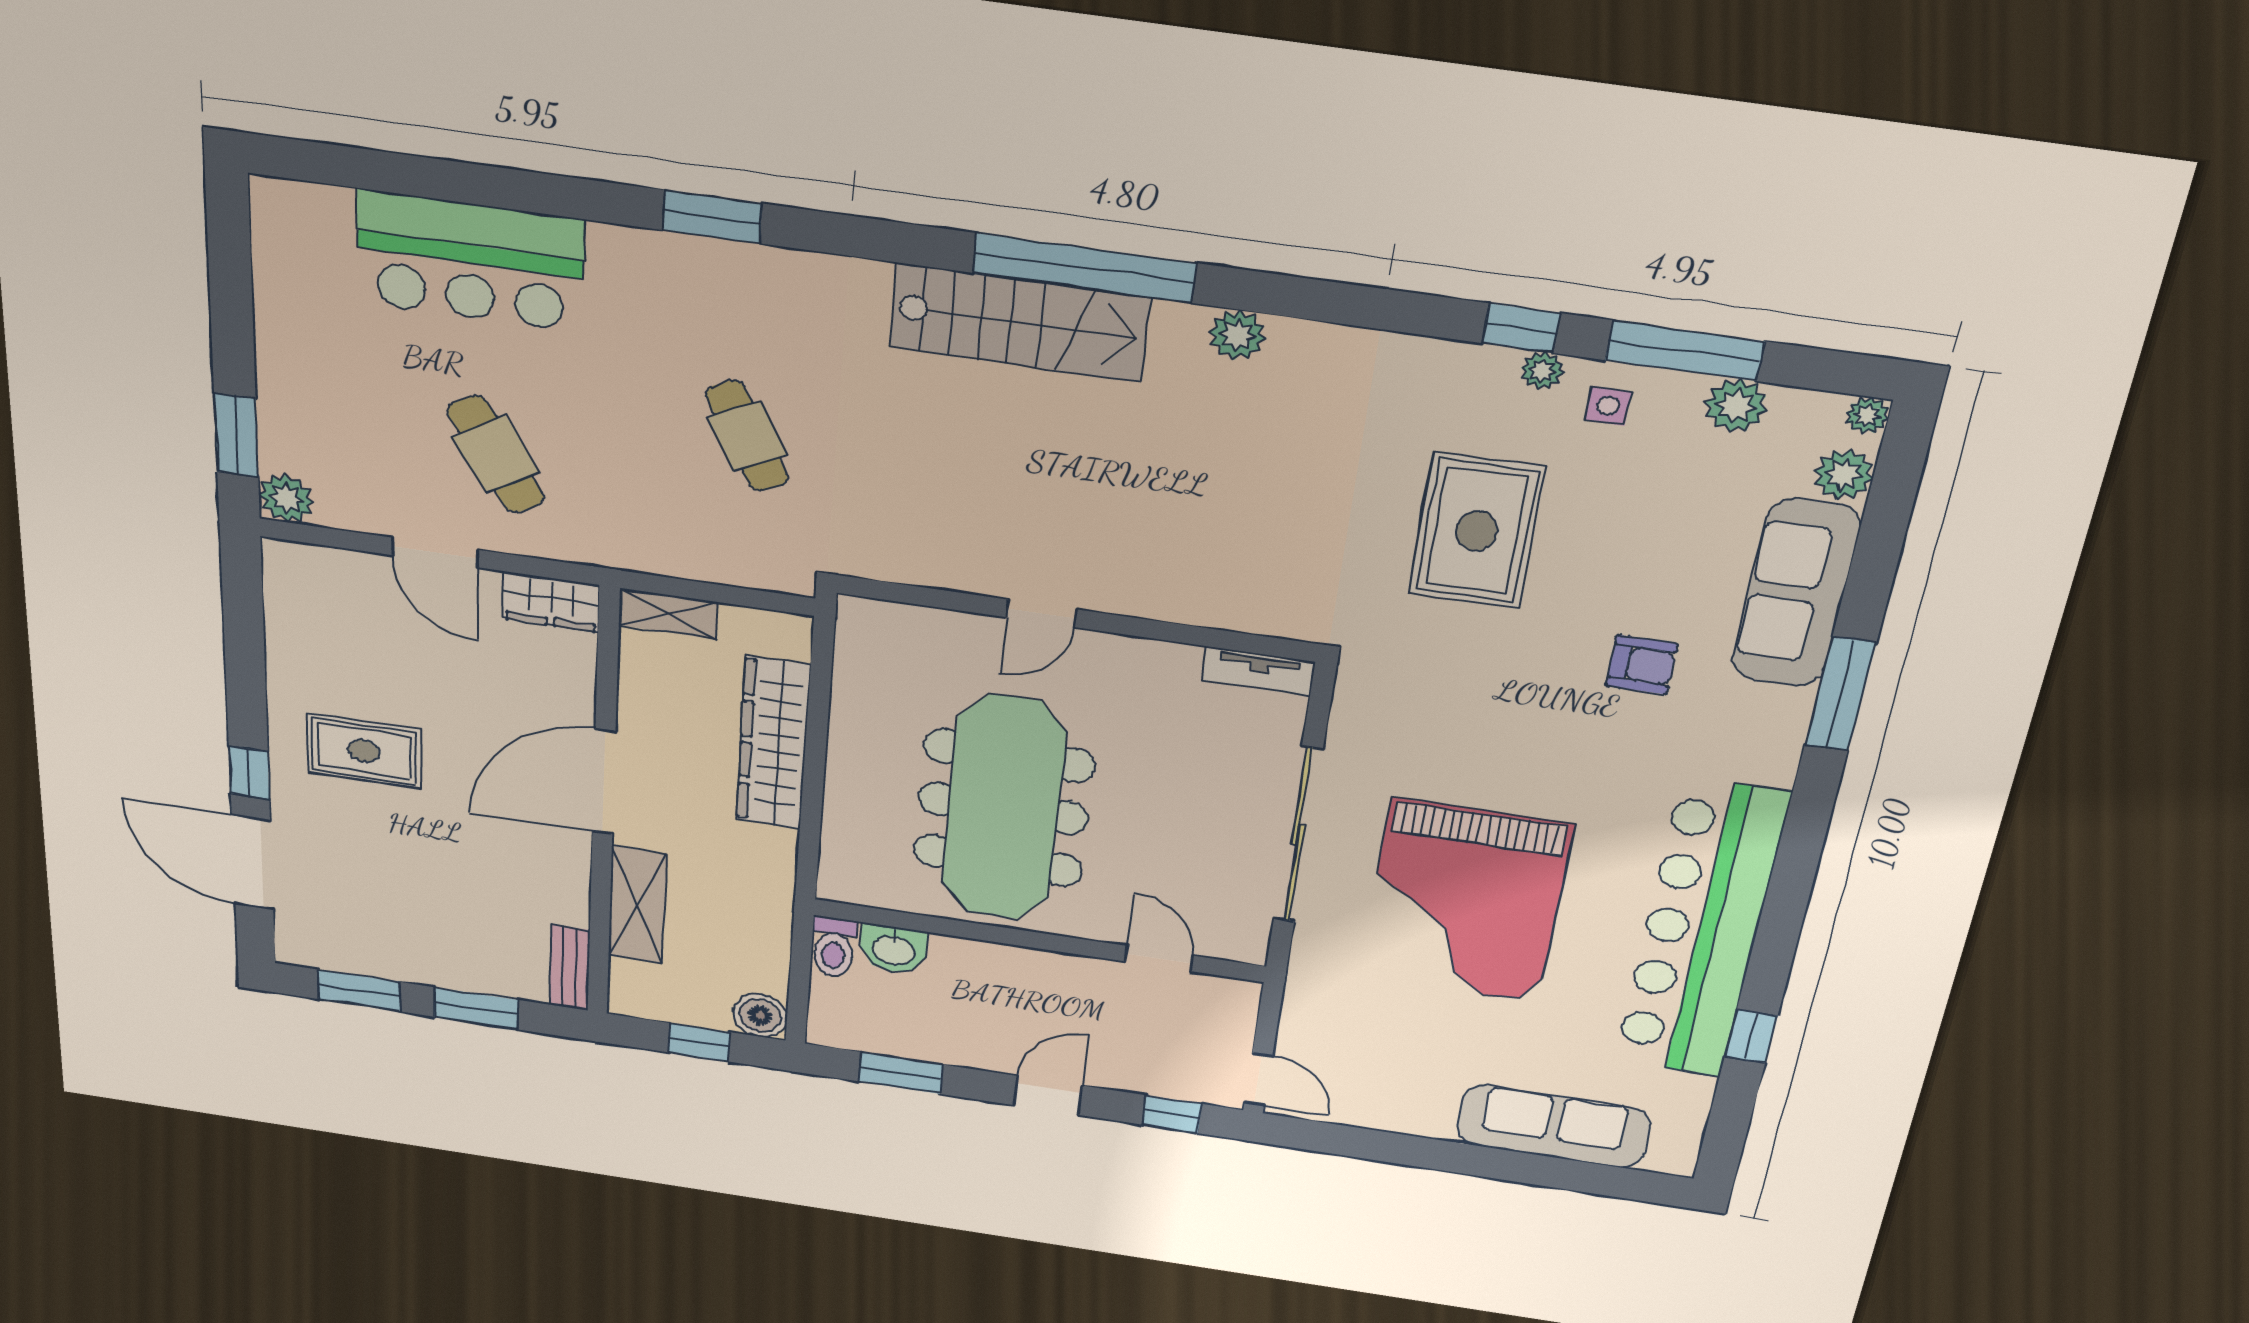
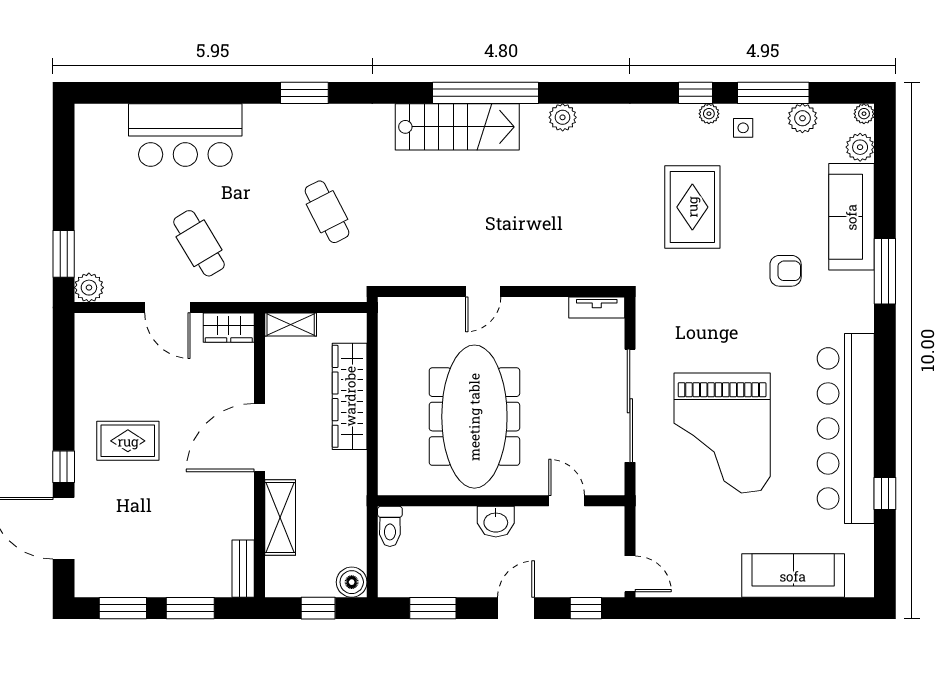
washbasin: (893, 949) -> (496, 522), moved

